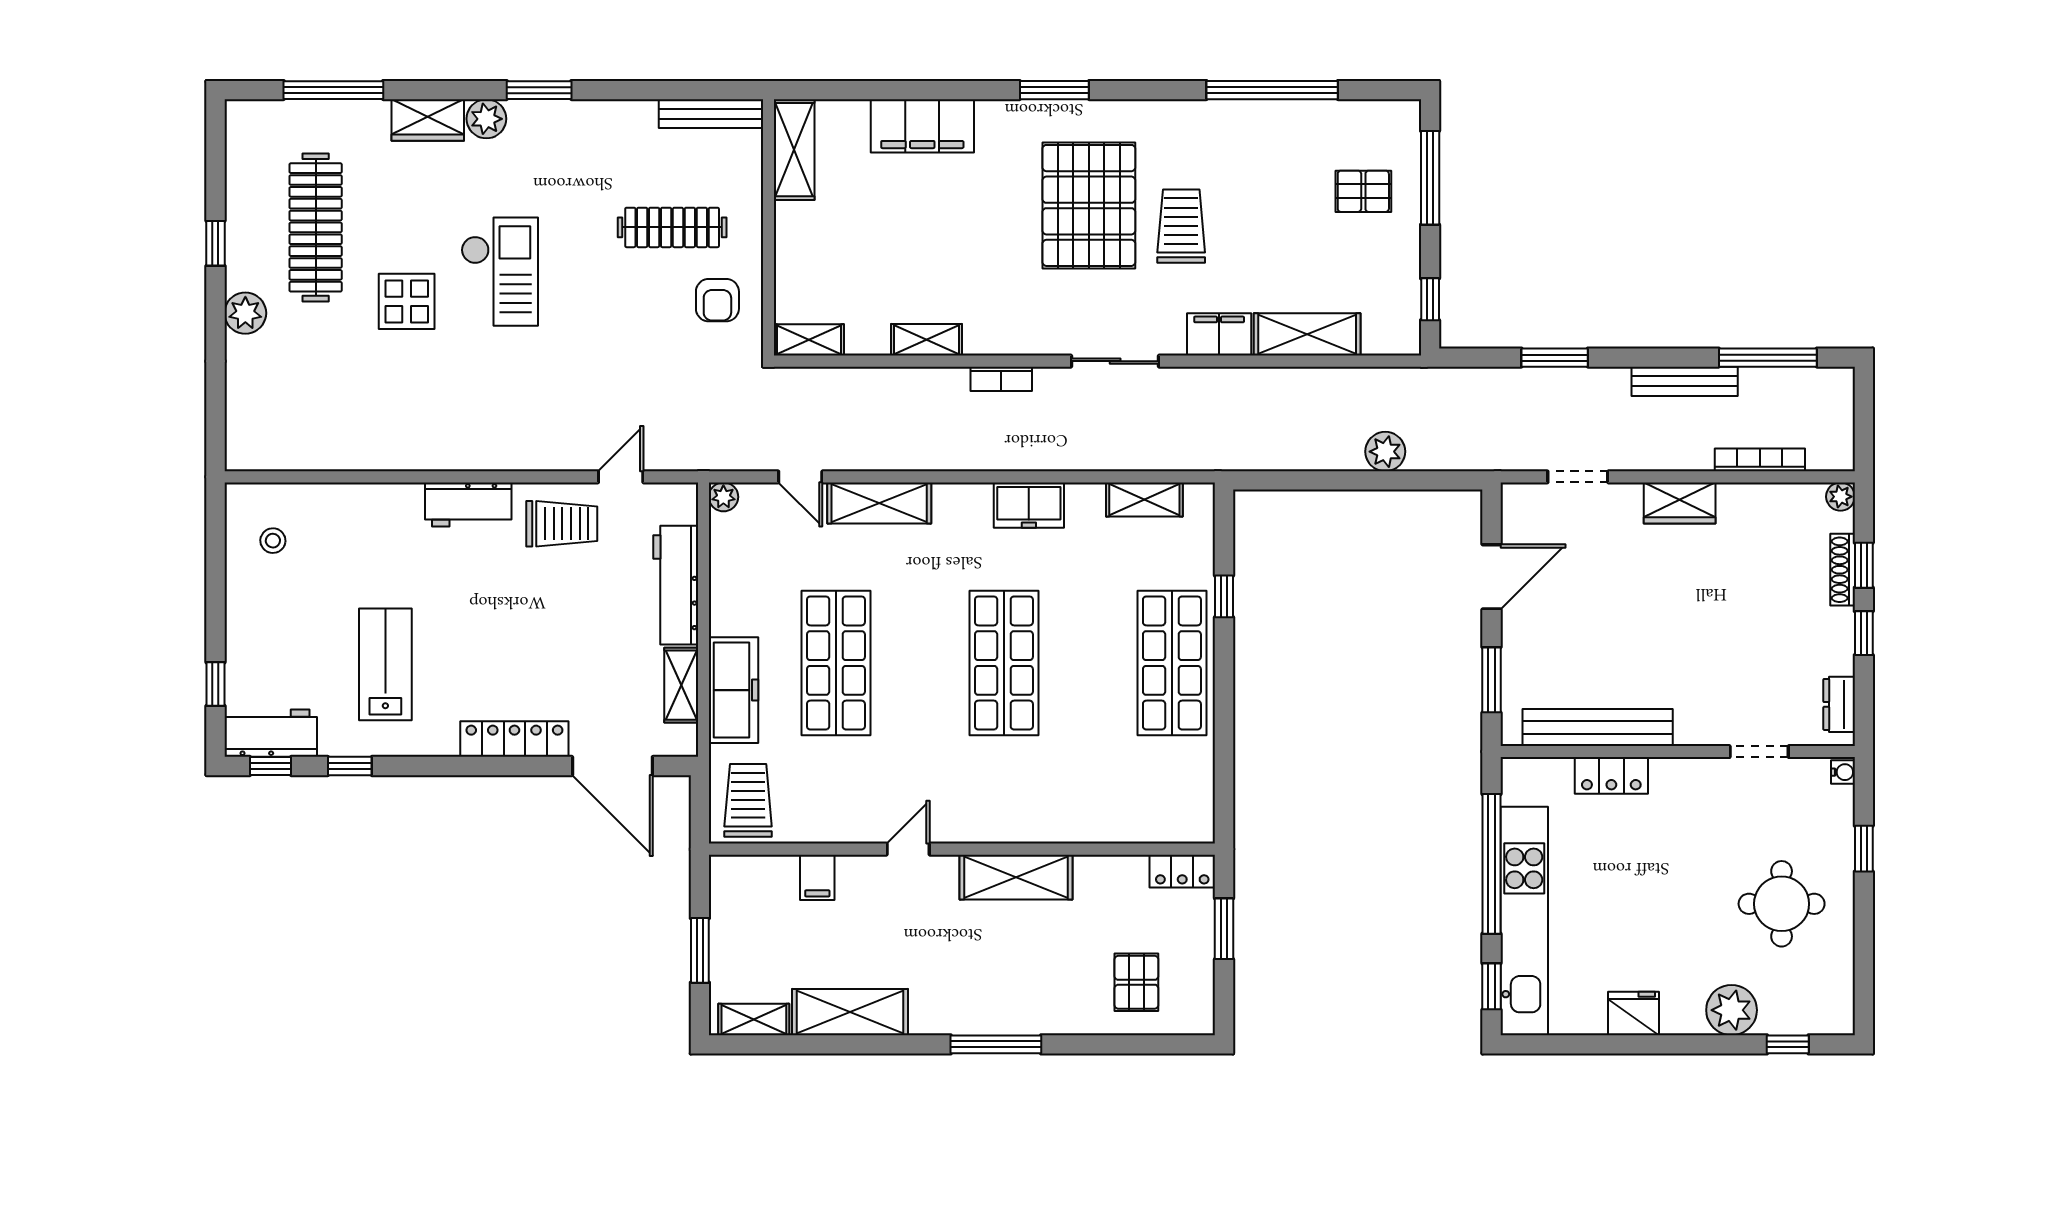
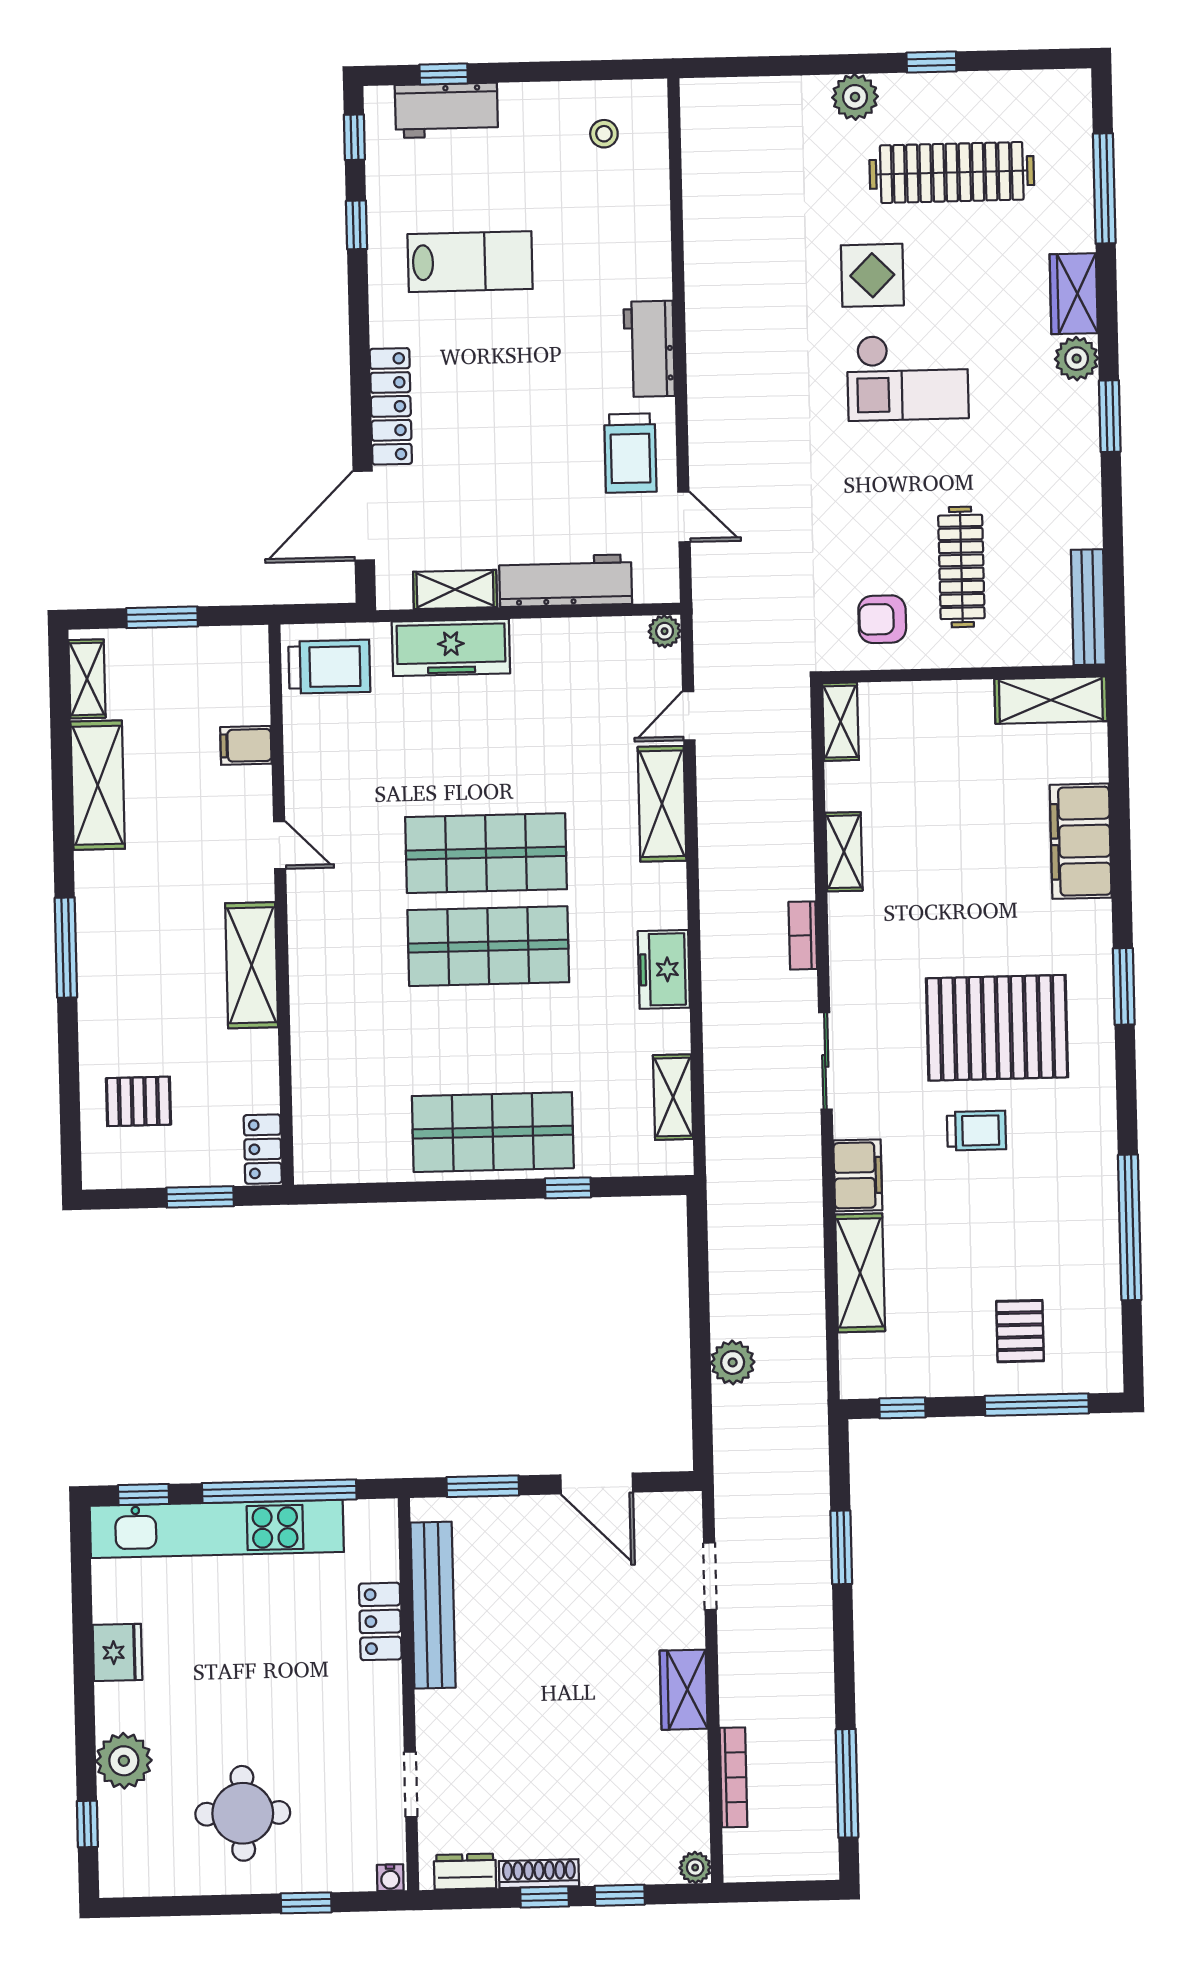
trolley: (1181, 226) -> (977, 1131), width x0.73, depth x0.72
bench: (1685, 381) -> (818, 1692), removed
shoe rack: (1843, 570) -> (539, 1874), moved
shop shelf: (836, 663) -> (486, 853), moved
workbench: (271, 733) -> (446, 110), moved, turned 90

